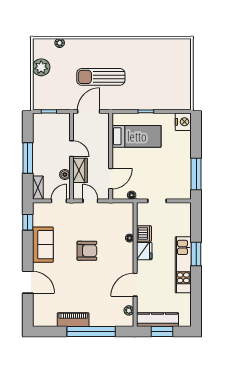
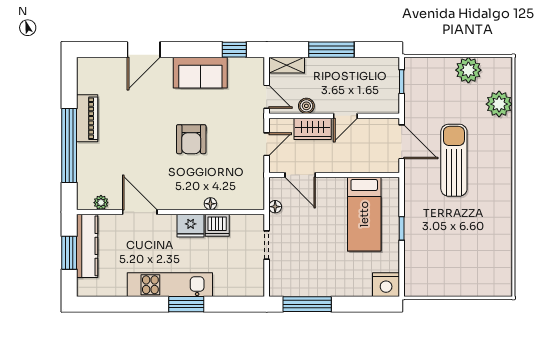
plant: (60, 43) -> (499, 104), width x1.87, depth x1.87

